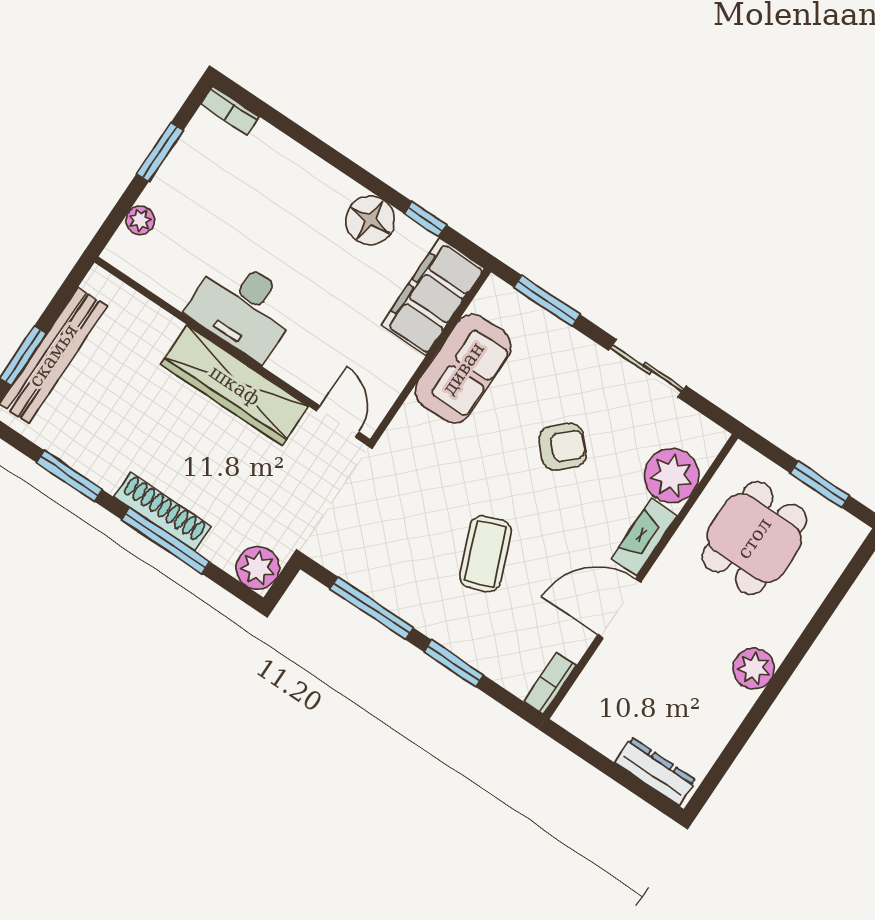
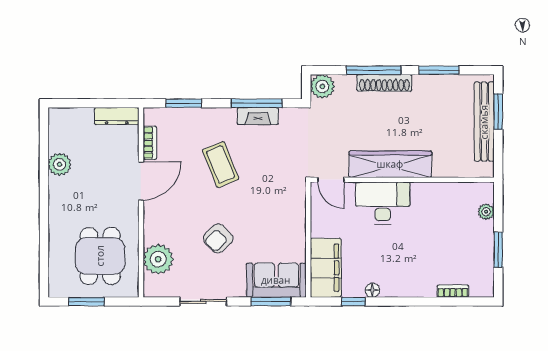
bookcase: (230, 111) -> (453, 291), moved
floor lamp: (370, 220) -> (372, 290), width x0.53, depth x0.53
desk: (243, 308) -> (383, 203), moved
sofa: (463, 368) -> (276, 280), moved, turned 90
fireplace: (644, 537) -> (258, 116), moved, turned 90
window: (454, 663) -> (184, 103), moved
plant: (754, 668) -> (60, 164), moved
bookcase: (550, 683) -> (150, 143), moved
dresser: (655, 771) -> (117, 116), moved

